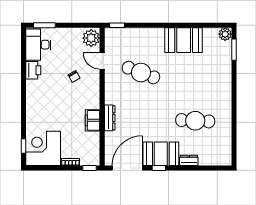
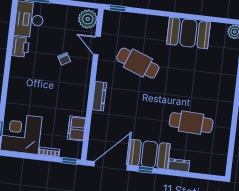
dresser: (110, 118) -> (99, 96), moved
filing cabinet: (93, 120) -> (77, 128), moved

